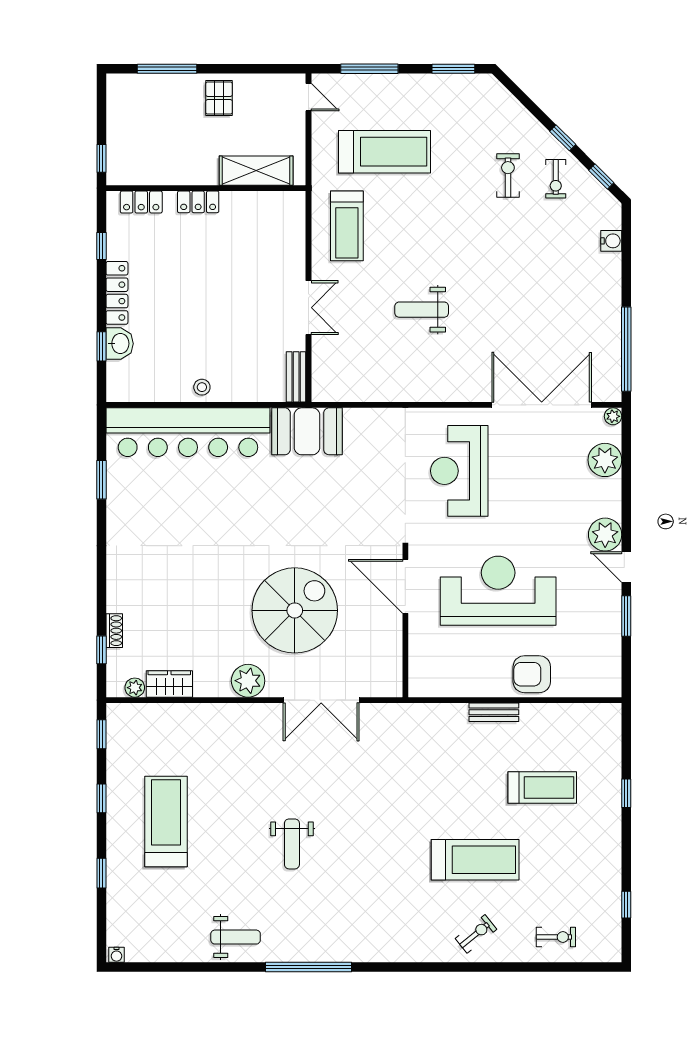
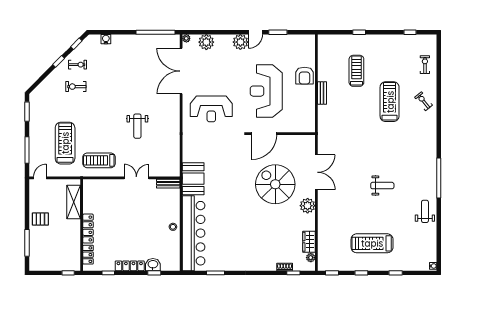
locker: (198, 202) -> (88, 229), width x1.53
treadmill: (347, 226) -> (99, 160), turned 180

